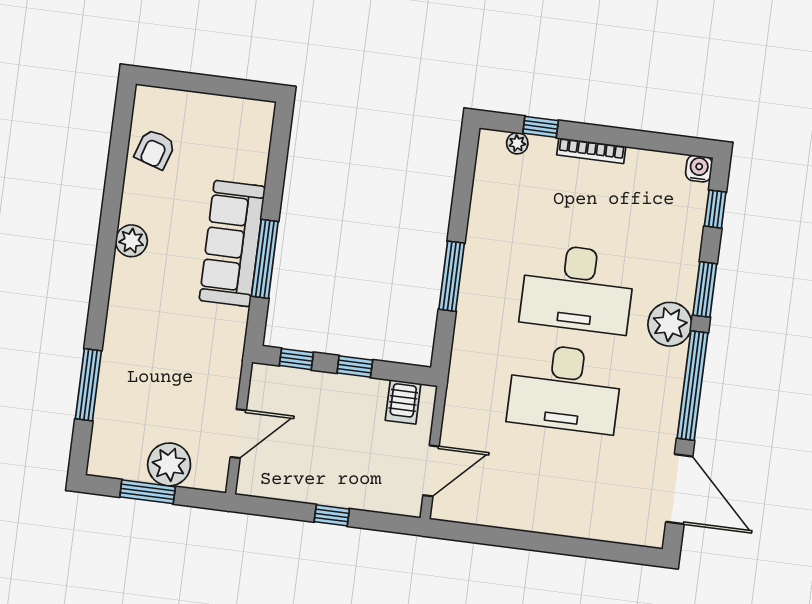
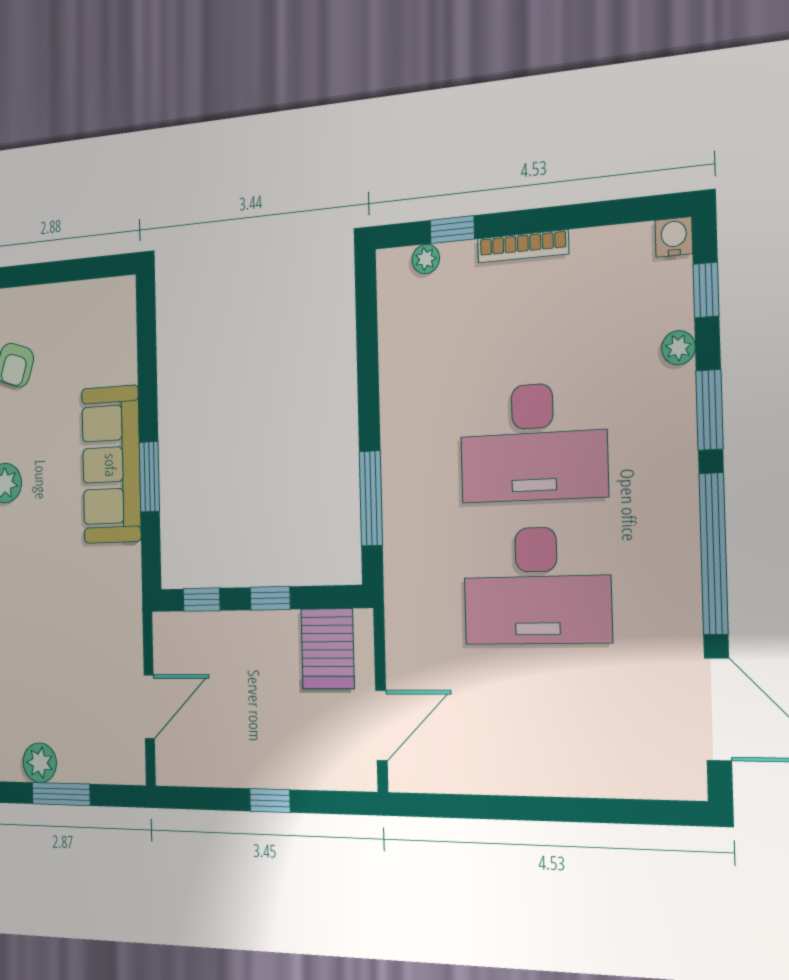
window: (265, 259) -> (149, 477), width x0.69
window: (452, 276) -> (371, 498), moved
plant: (670, 324) -> (678, 348), moved, width x0.53, depth x0.53
server rack: (403, 402) -> (328, 649), width x1.36, depth x1.44
plant: (169, 464) -> (40, 763), moved, width x0.73, depth x0.73

